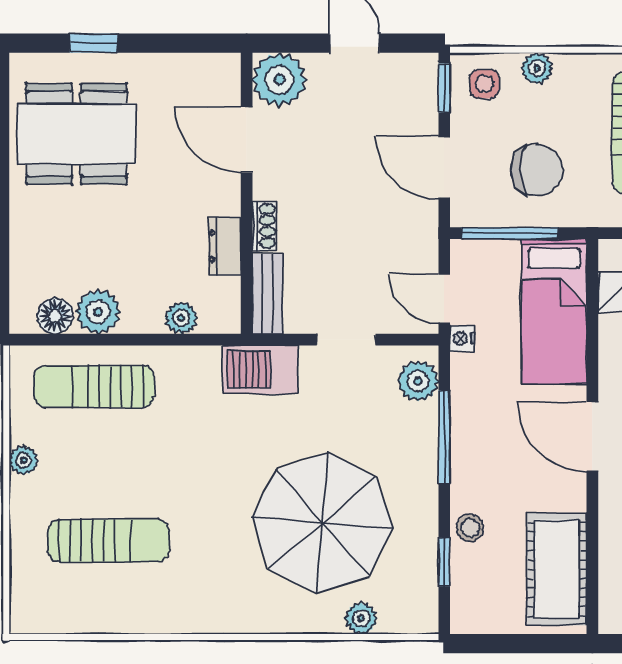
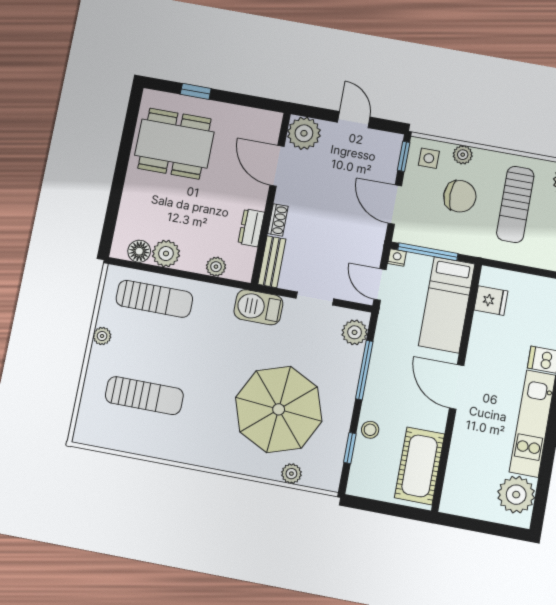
chair: (537, 170) -> (460, 196), moved
nightstand: (462, 338) -> (397, 257), moved, turned 90
sun lounger: (94, 387) -> (154, 299), turned 180

